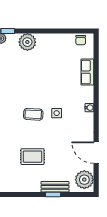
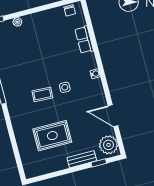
plant: (27, 42) -> (17, 22), width x0.53, depth x0.53
rug: (32, 157) -> (52, 136), width x1.36, depth x1.43
window: (53, 195) -> (99, 163), moved

